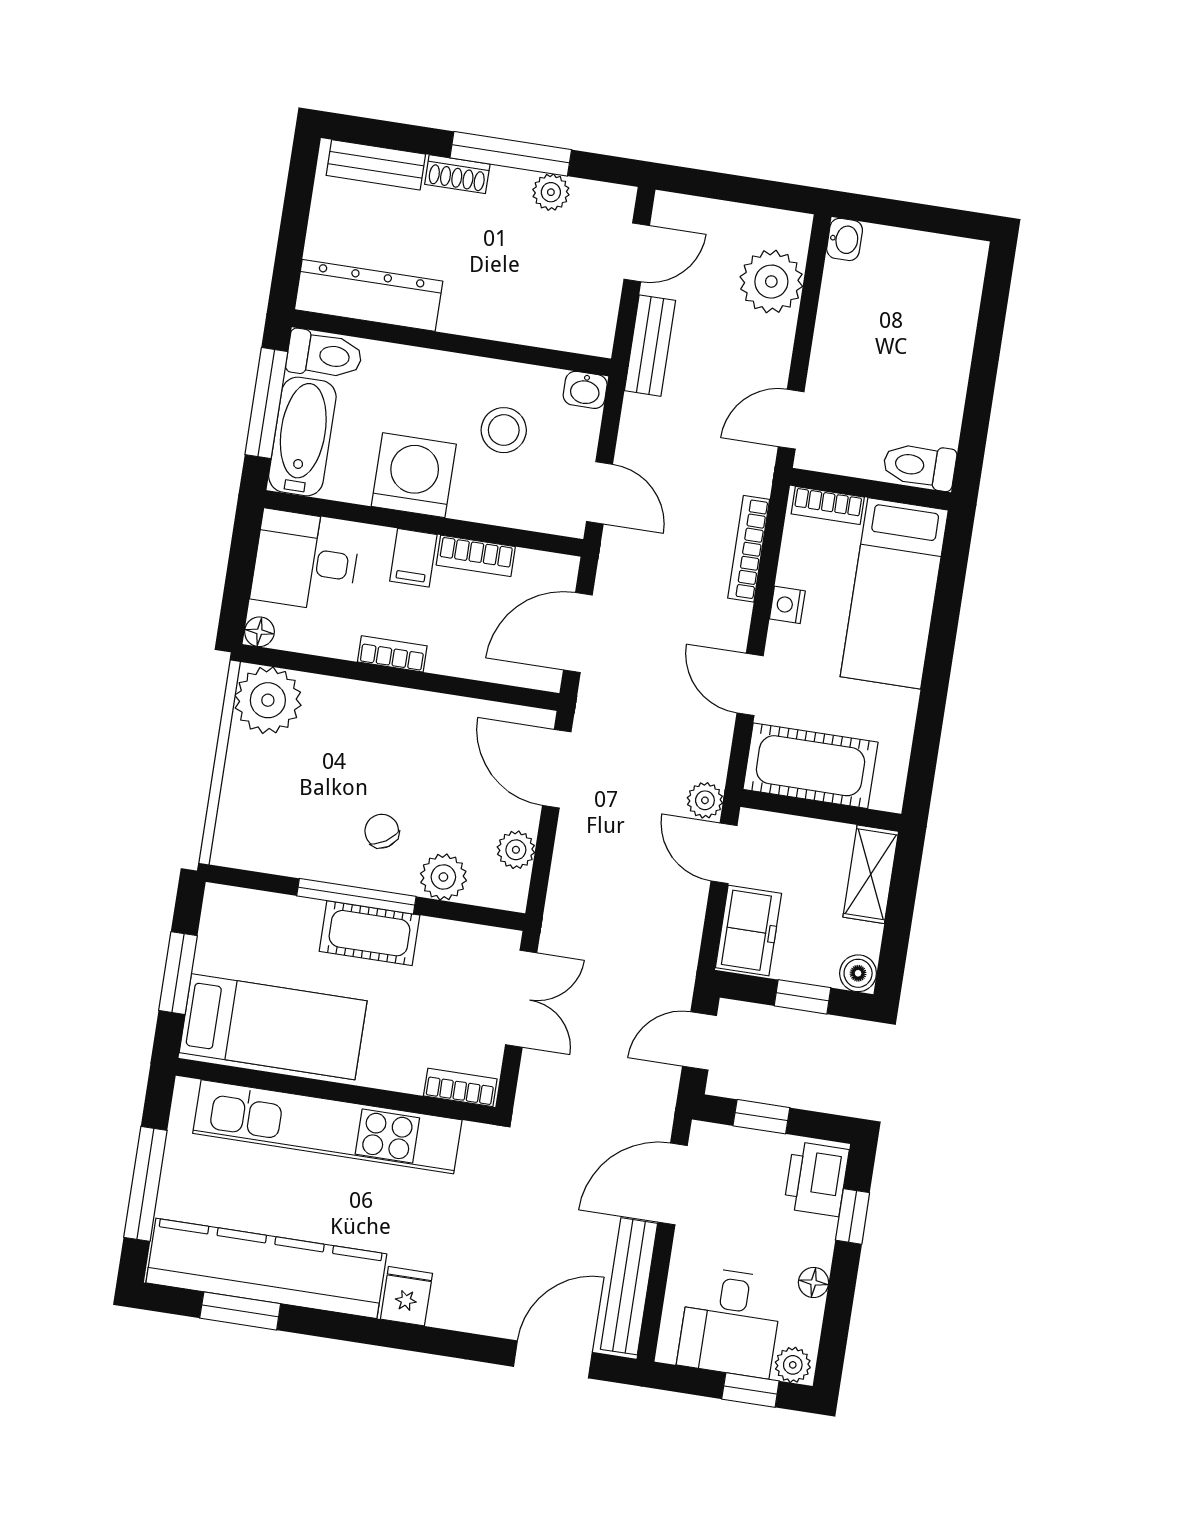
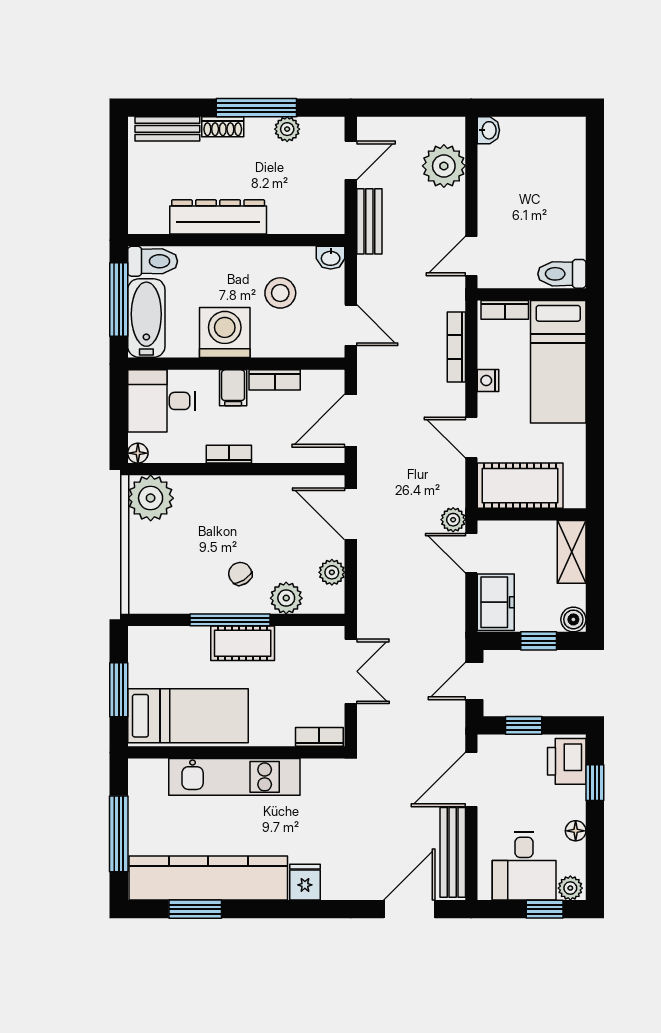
dresser: (369, 295) -> (218, 217), moved
kitchen unit: (327, 1127) -> (234, 777), width x0.73

